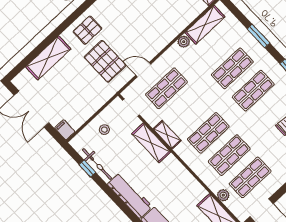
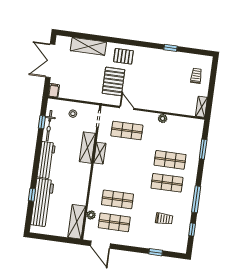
shelving: (205, 25) -> (183, 123), removed
window: (258, 36) -> (203, 149), moved
shop shelf: (208, 133) -> (121, 176), removed

